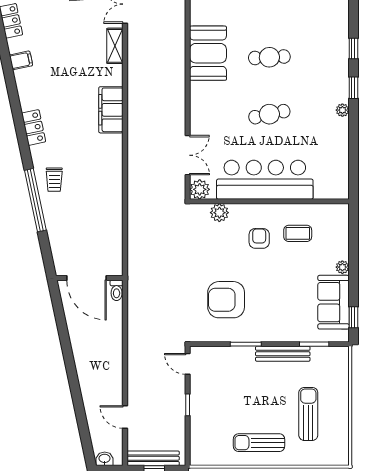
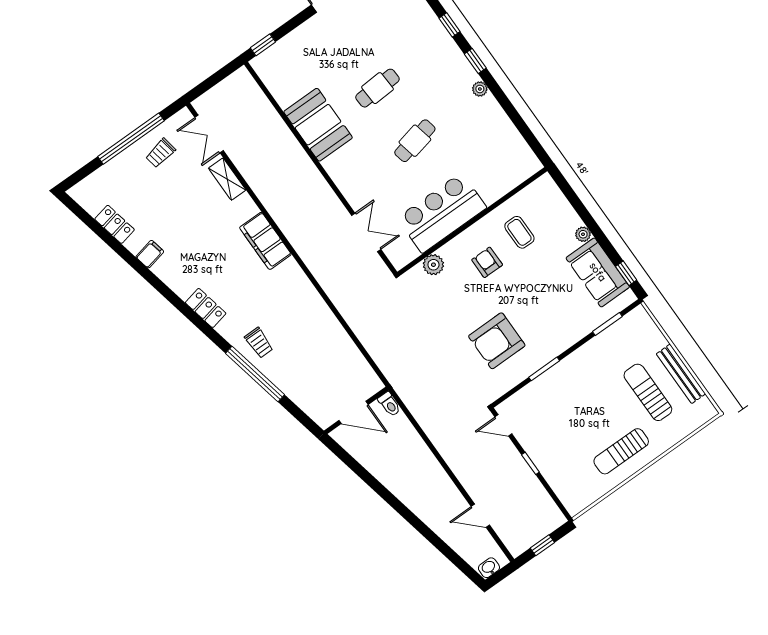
bar counter: (265, 180) -> (442, 213), width x0.73
plant: (200, 189) -> (400, 256), removed
coffee table: (298, 233) -> (519, 232), turned 90
door: (86, 278) -> (353, 412), width x0.73
bench: (283, 354) -> (681, 374), moved, turned 90
bench: (153, 458) -> (534, 535), removed

